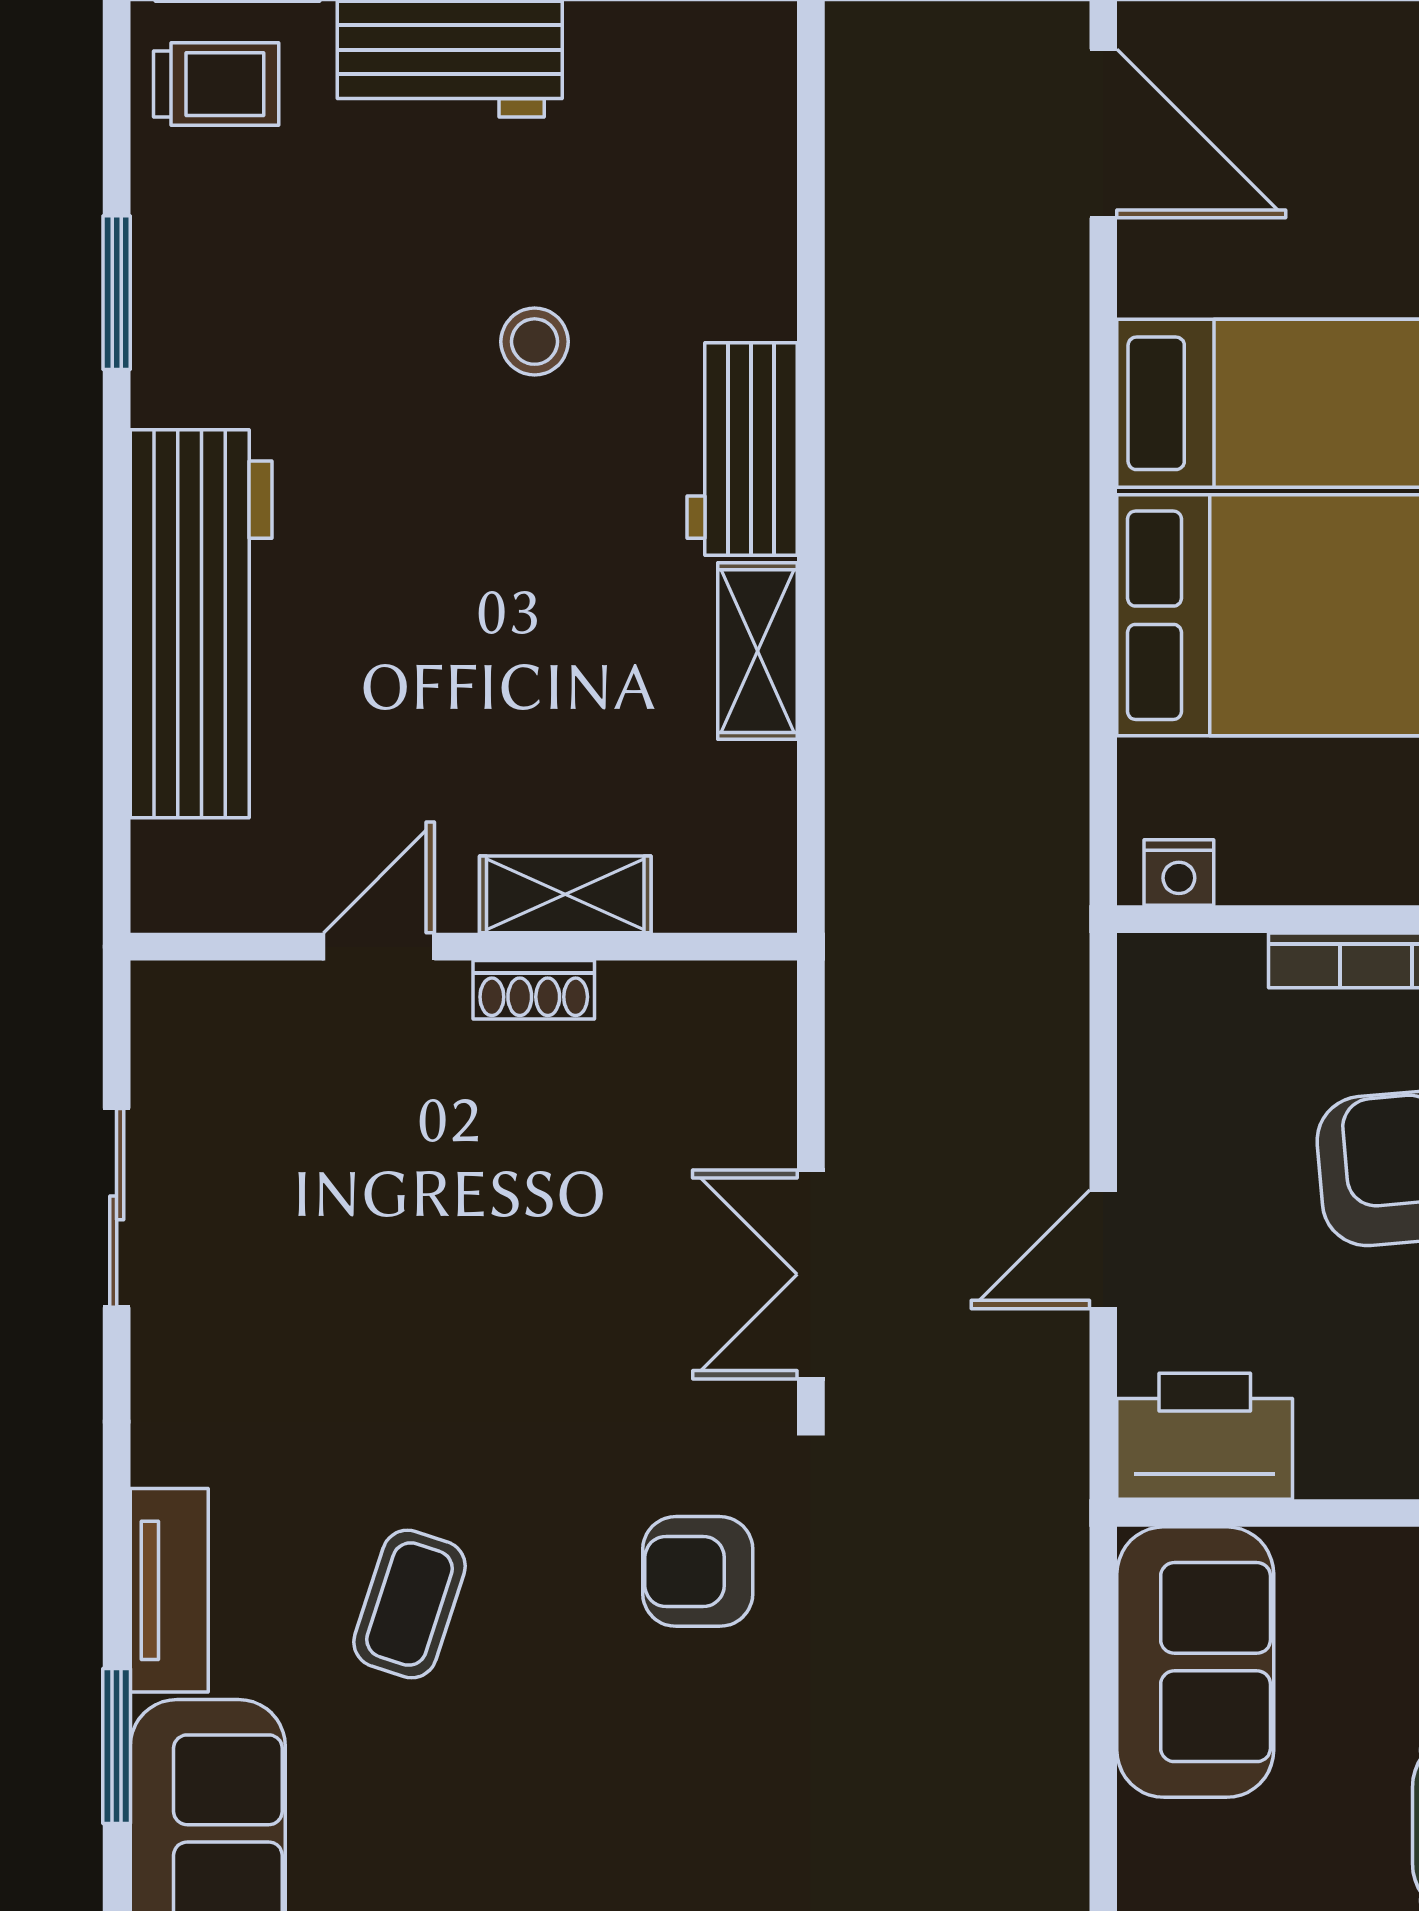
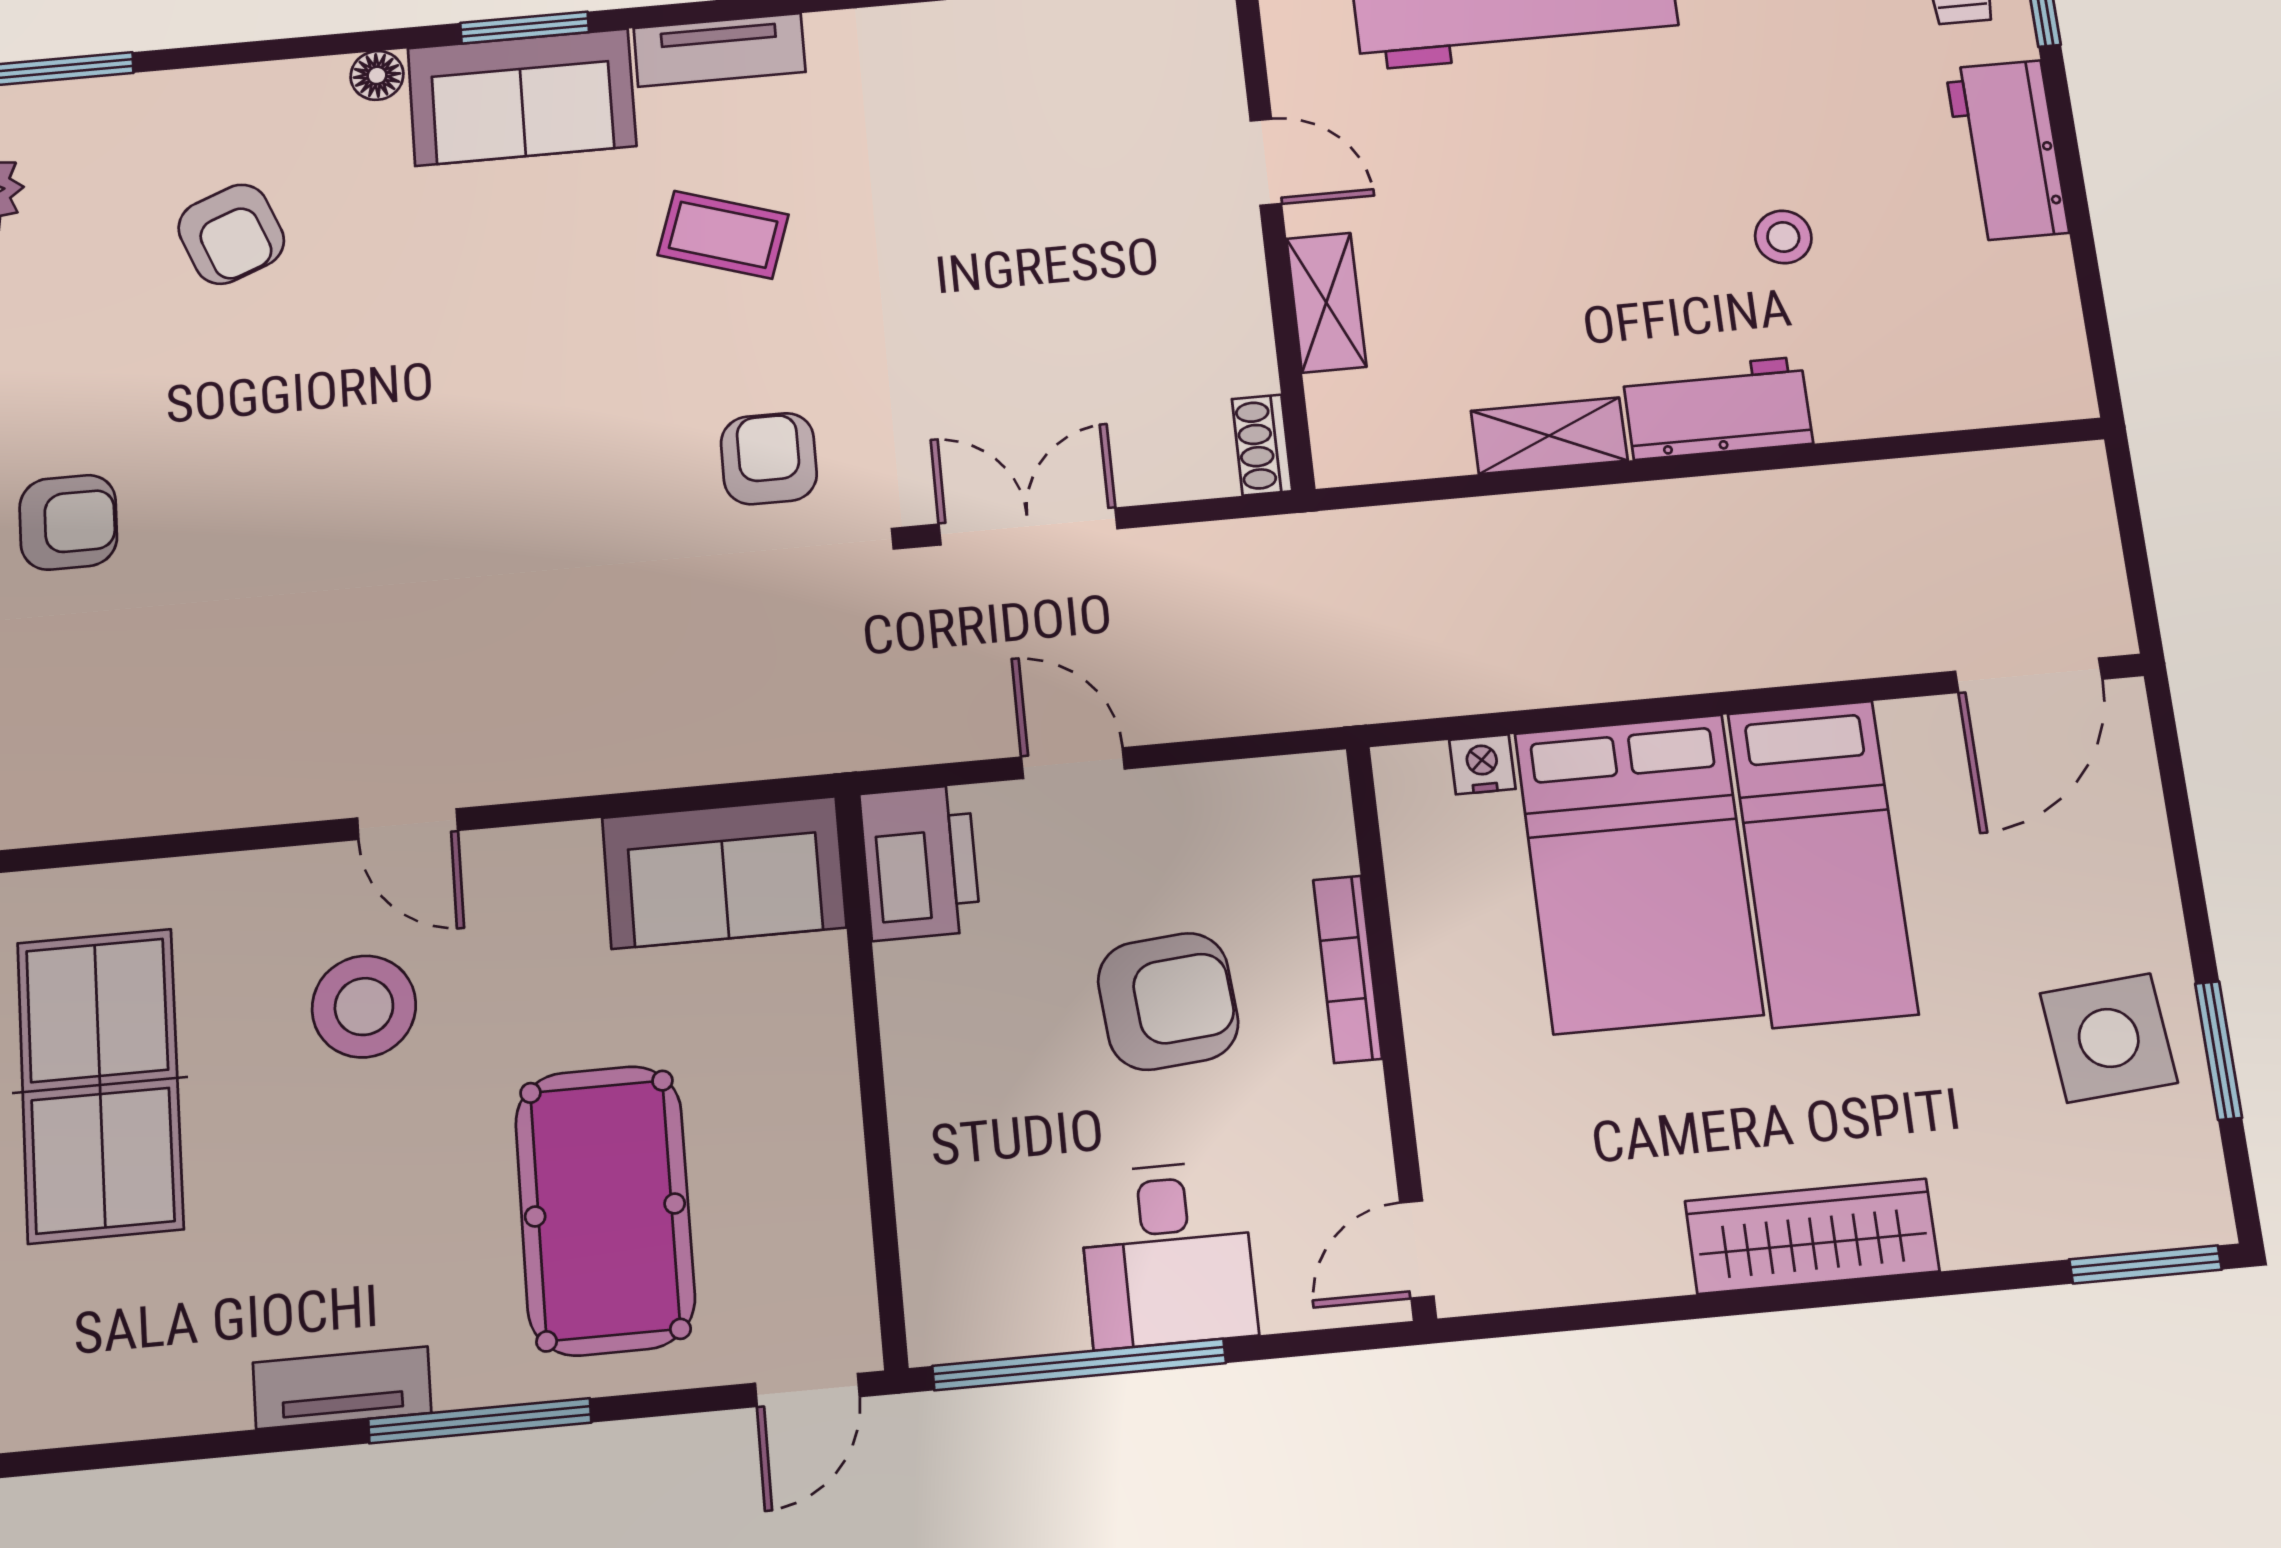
nightstand: (1179, 873) -> (1482, 764), moved, turned 90
shoe rack: (534, 990) -> (1262, 445), moved
window: (117, 1746) -> (525, 28), moved

